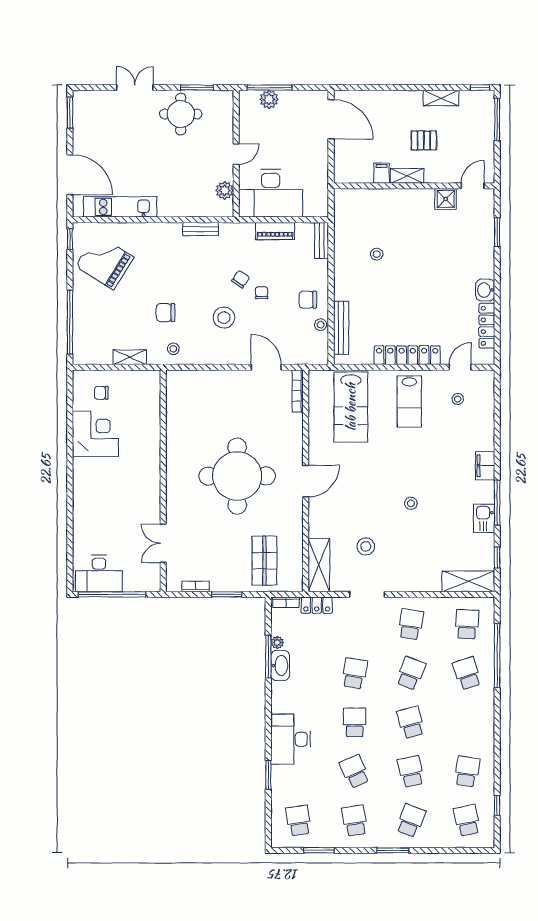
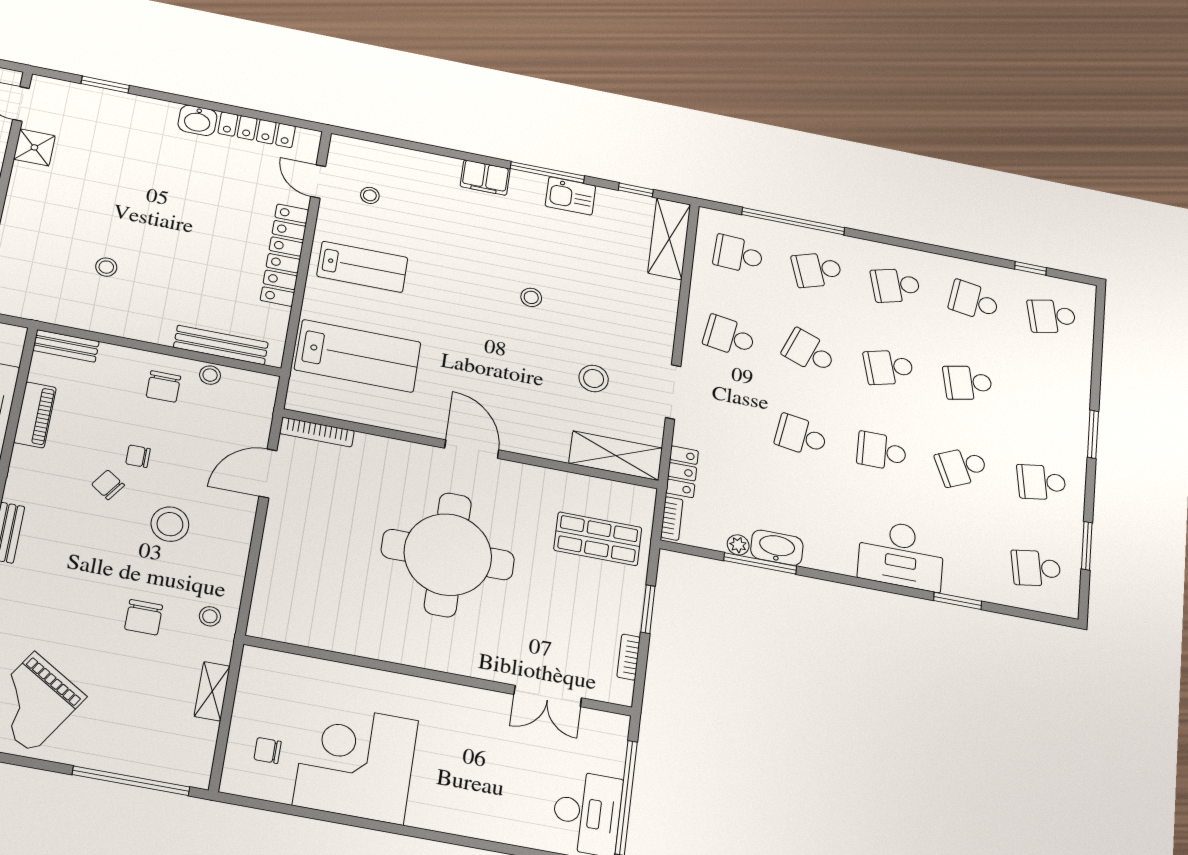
chair: (101, 393) -> (268, 750), turned 90
corner desk: (95, 434) -> (356, 763), width x1.36, depth x1.36
school desk: (411, 821) -> (896, 285), moved, turned -36

